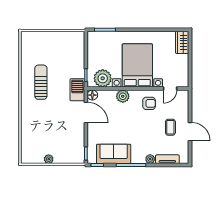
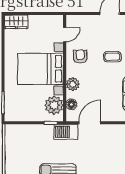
door: (170, 89) -> (65, 35), hinge flipped
floor lamp: (92, 95) -> (71, 104), moved
coffee table: (170, 127) -> (112, 57), moved

